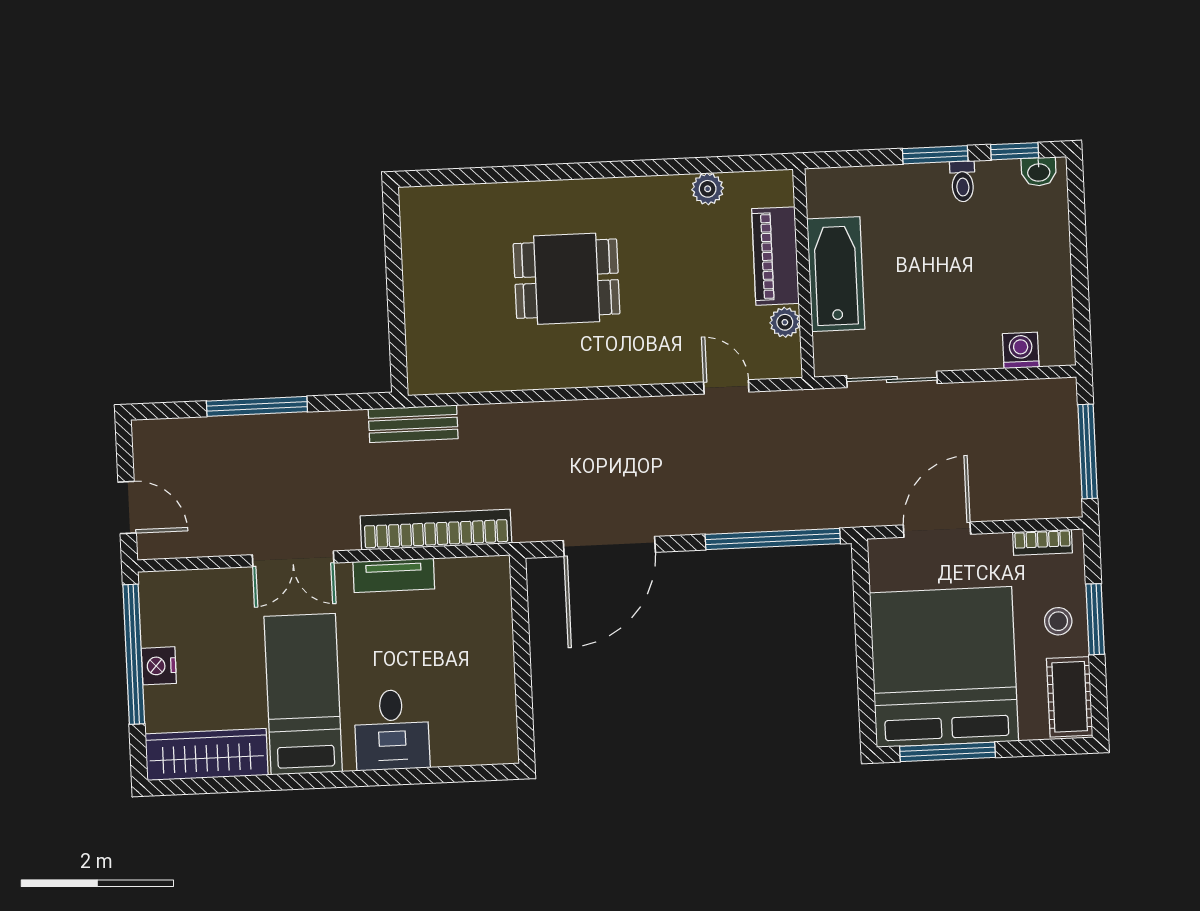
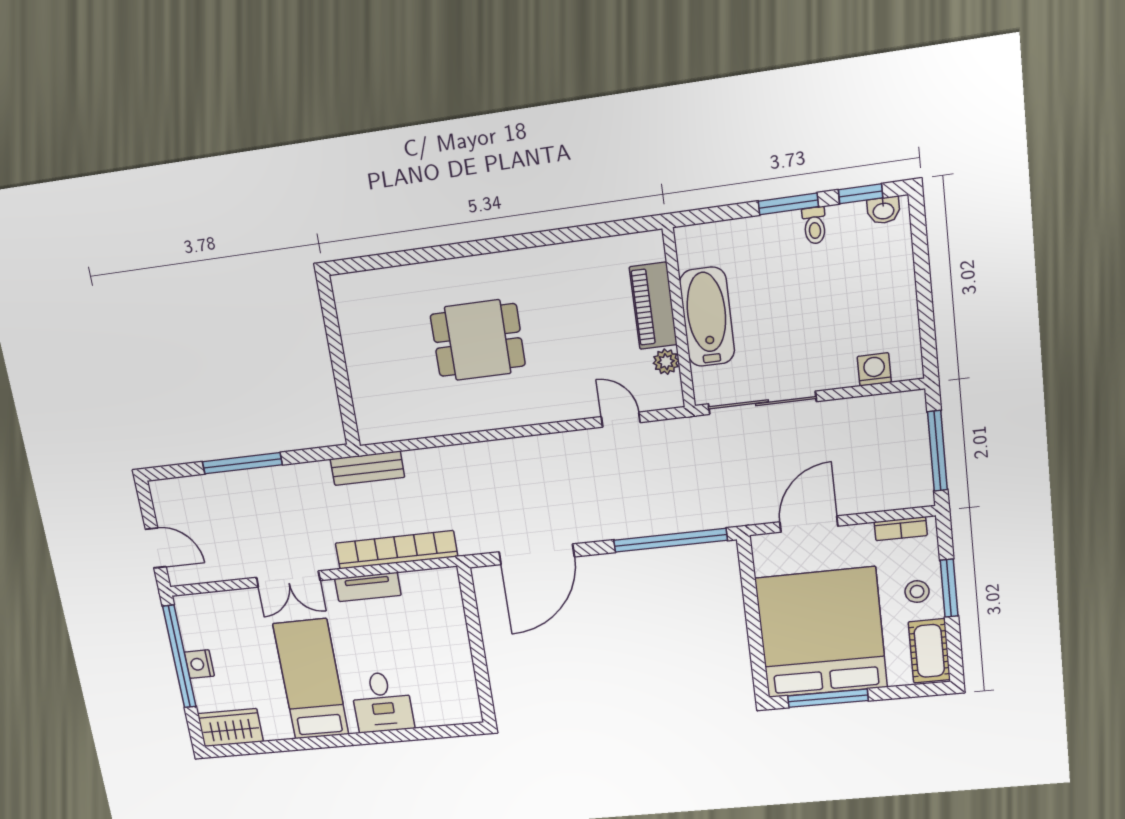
plant: (708, 189) -> (590, 253), removed
sliding door: (892, 379) -> (762, 403), width x1.37
wardrobe: (207, 754) -> (230, 728), width x0.67

